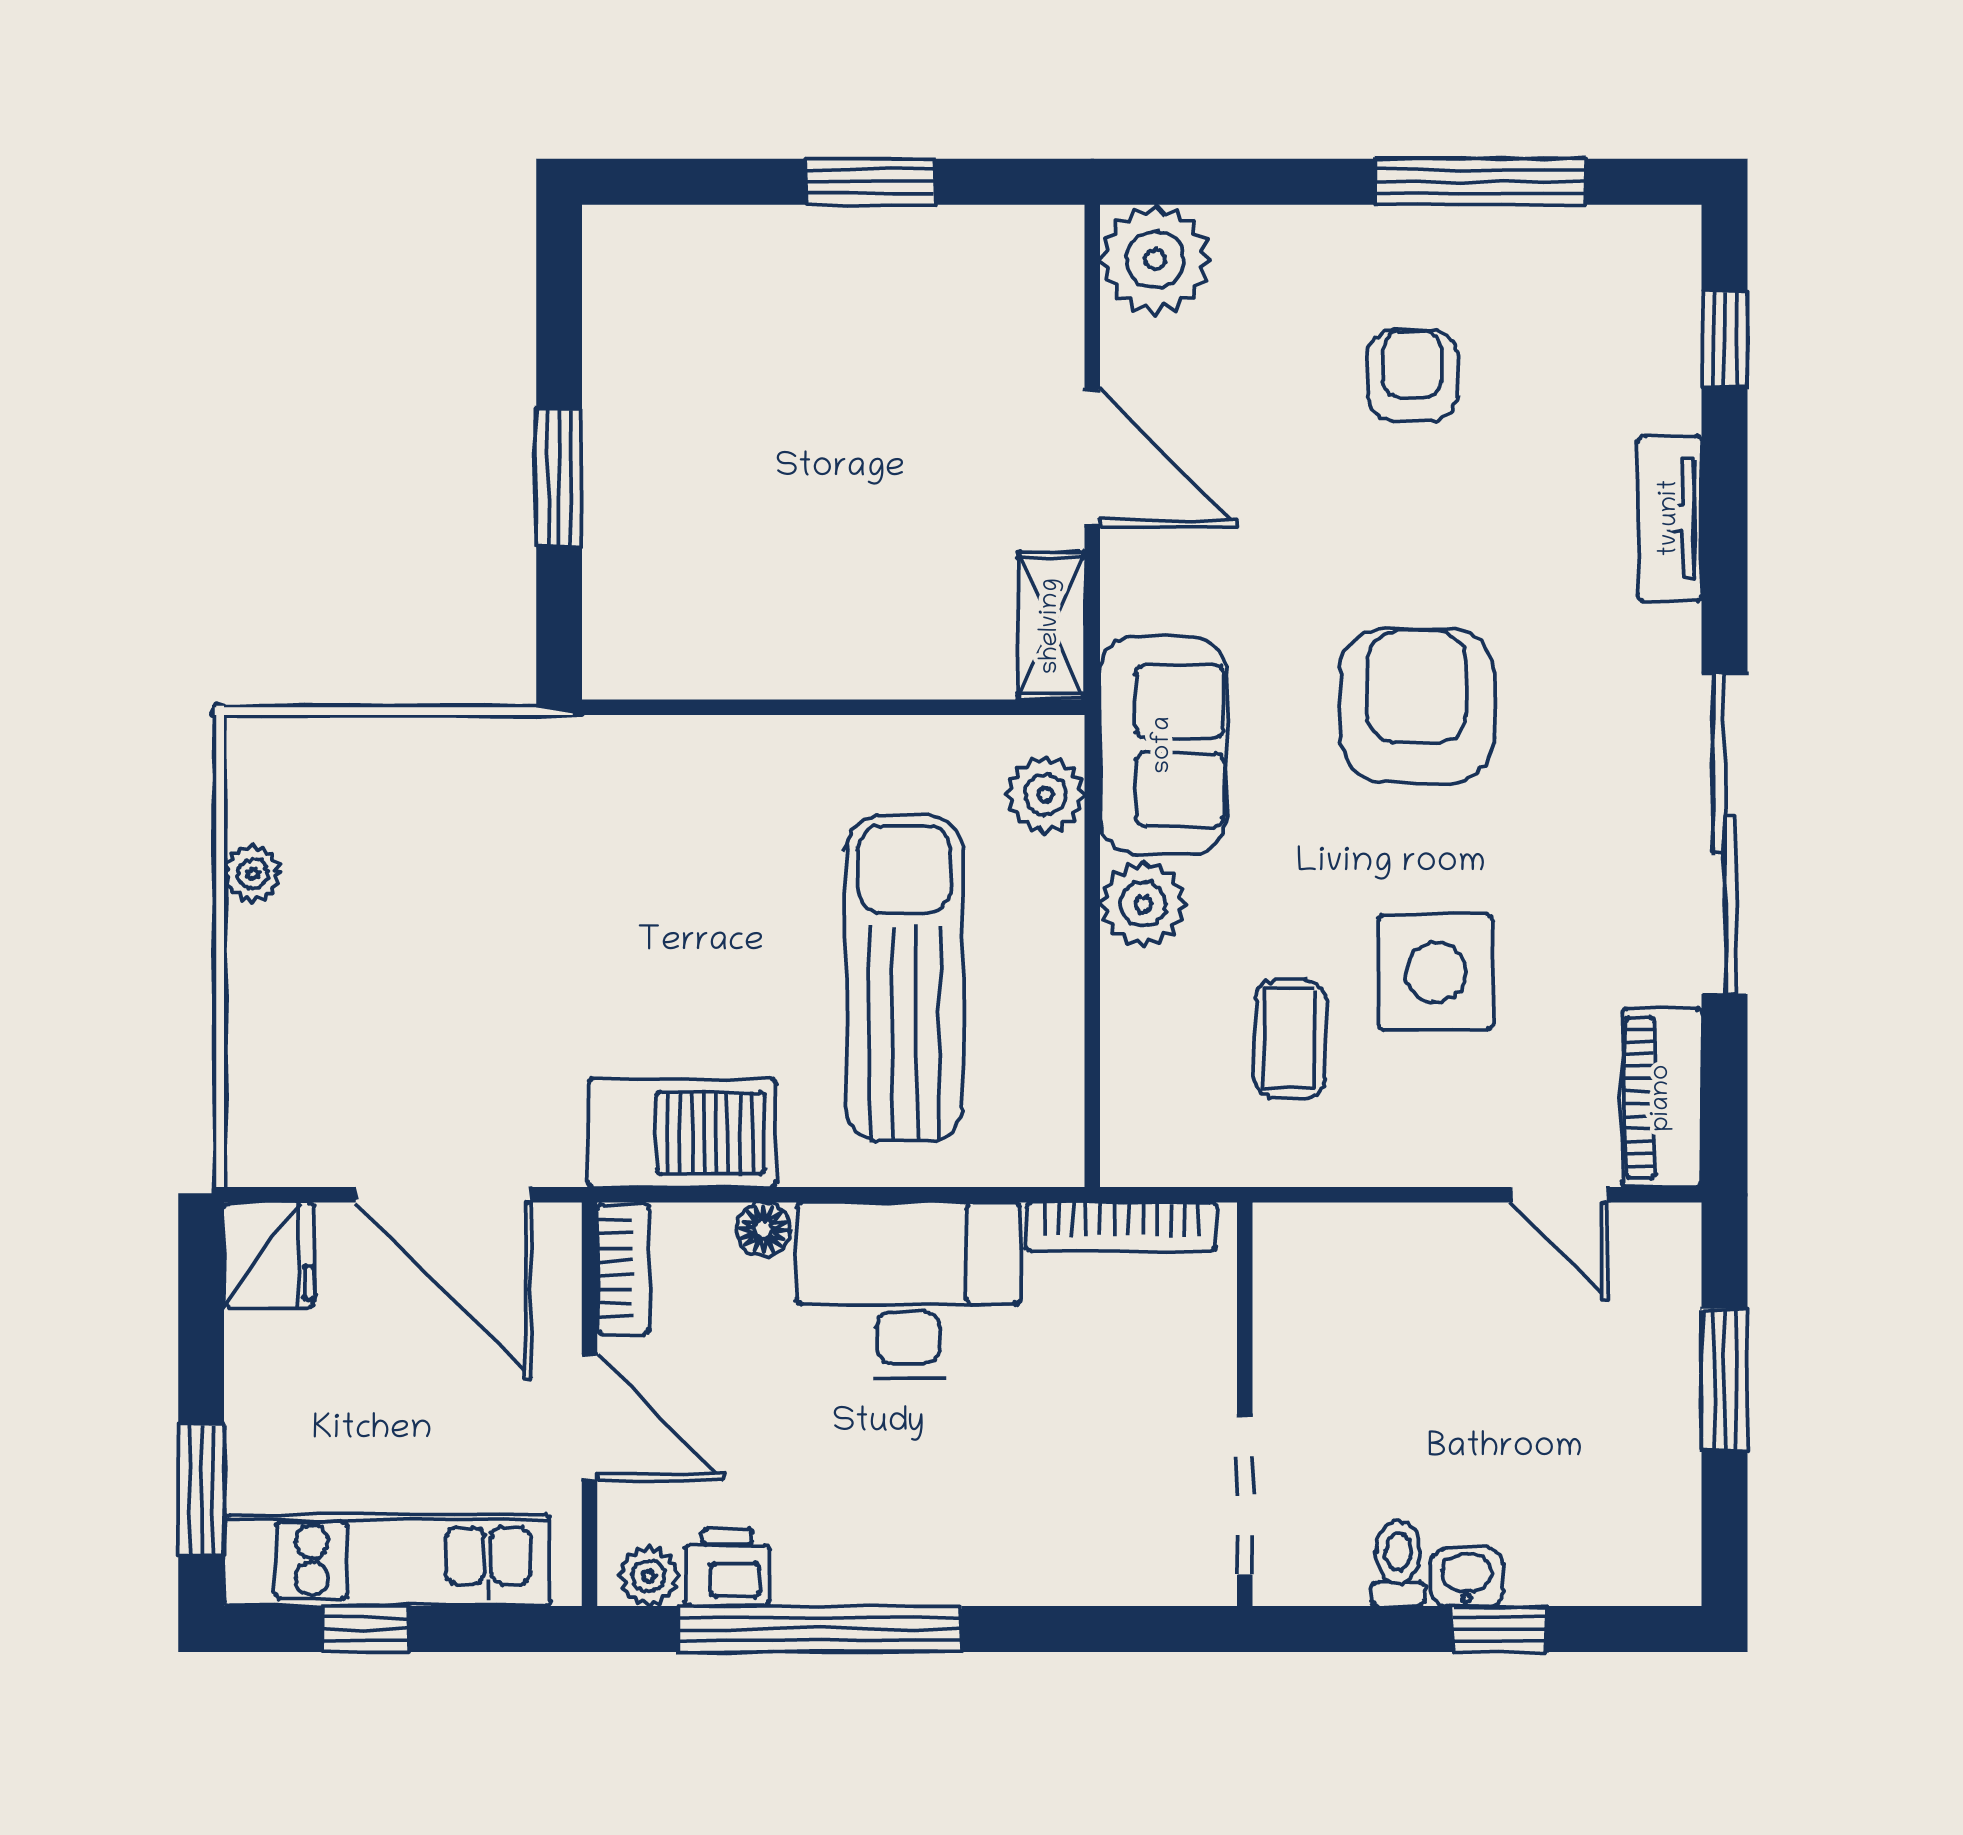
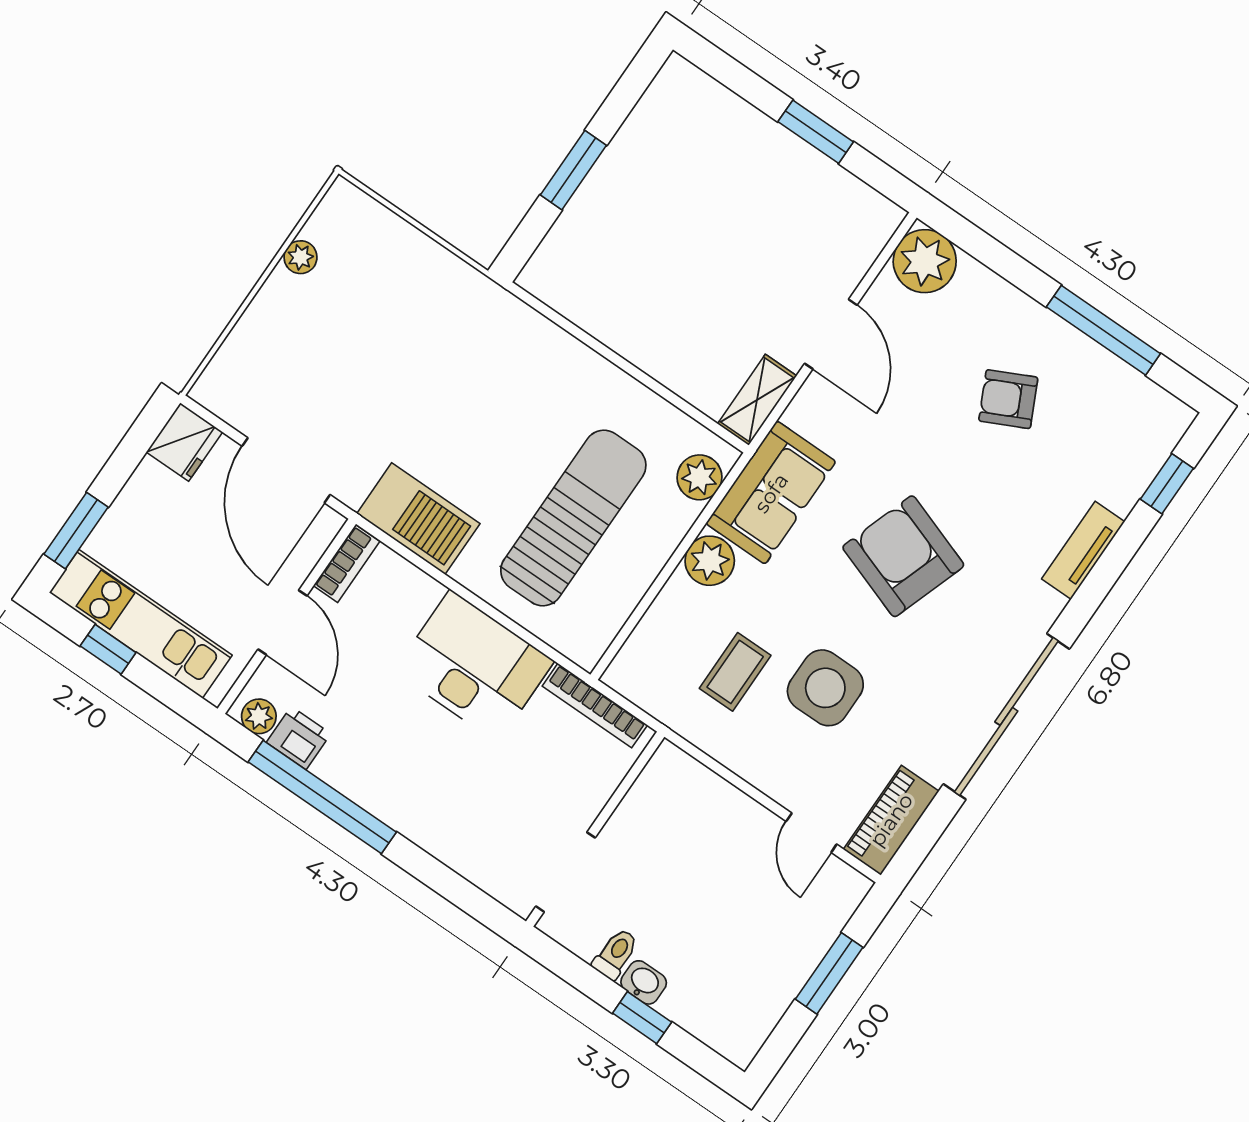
armchair: (1412, 375) -> (1008, 399), turned -116
armchair: (1417, 706) -> (903, 556), turned -71
floor lamp: (764, 1229) -> (425, 591), removed

